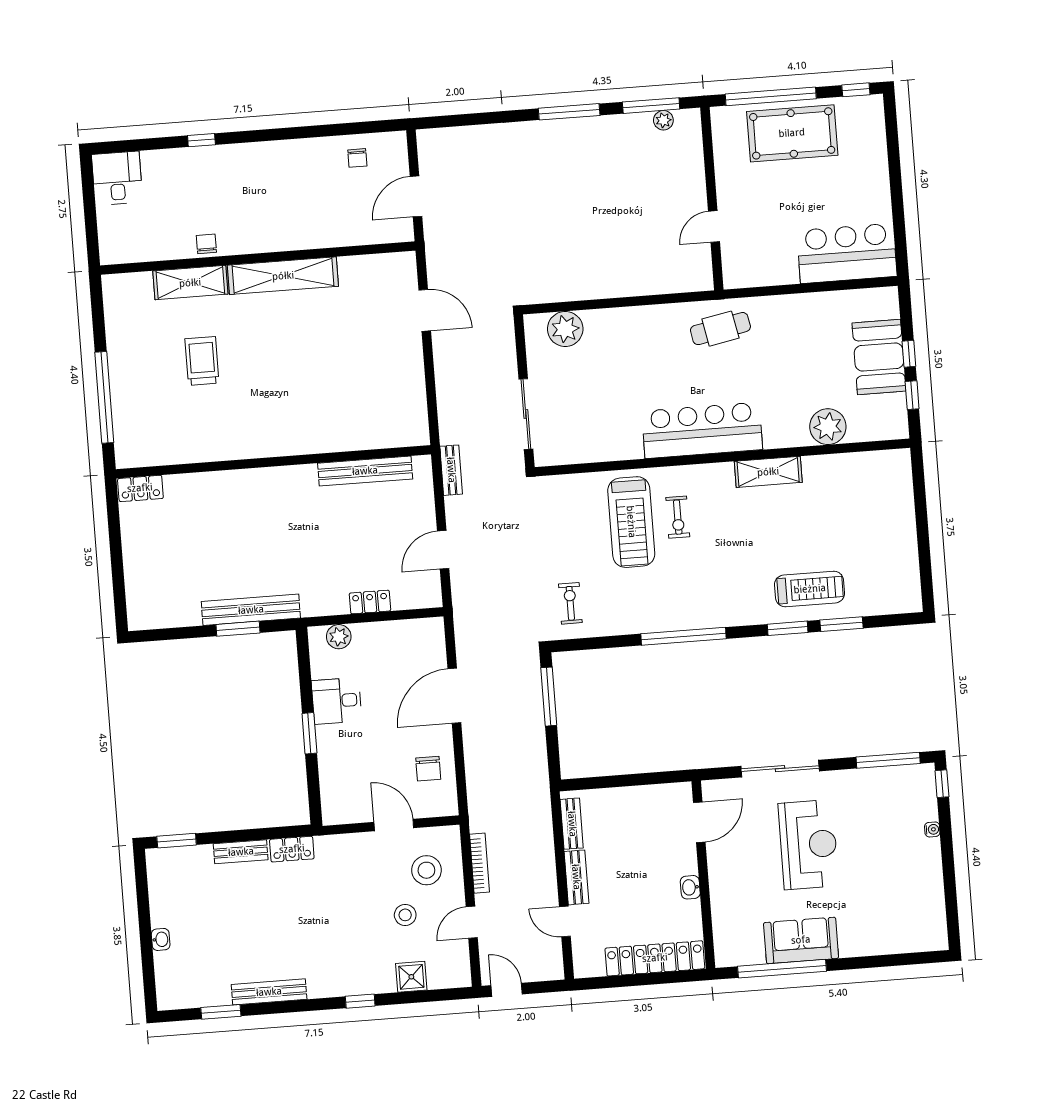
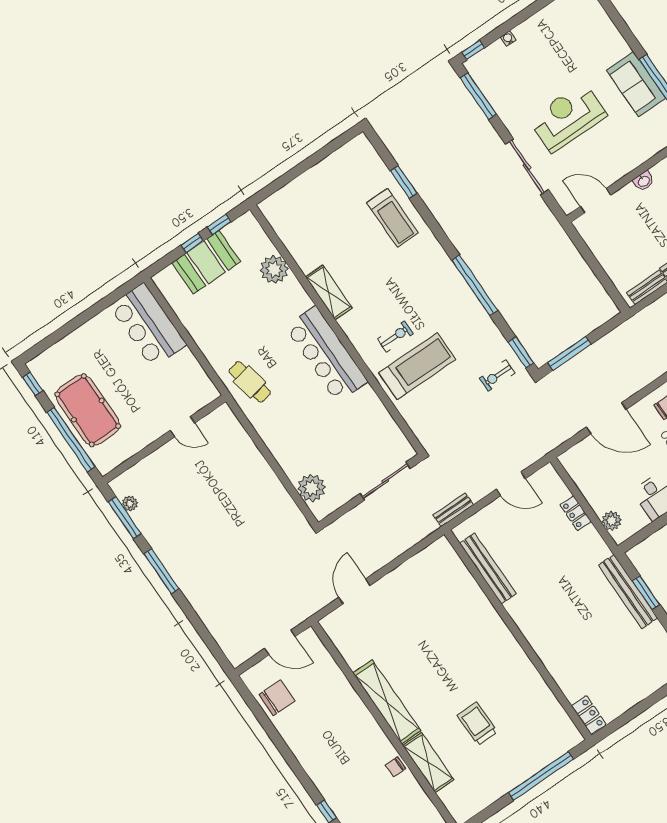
chair: (357, 158) -> (277, 698), width x1.87, depth x1.87
trolley: (202, 361) -> (477, 724), turned 90
treadmill: (810, 589) -> (392, 218), turned 180
window: (788, 628) -> (521, 352), moved

